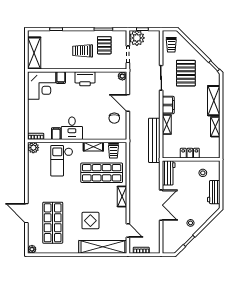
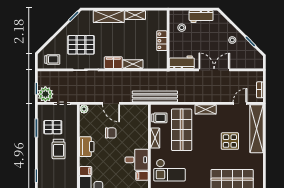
door: (128, 103) -> (111, 103), hinge flipped
chair: (114, 118) -> (111, 133), moved
bench: (154, 140) -> (155, 96), moved

